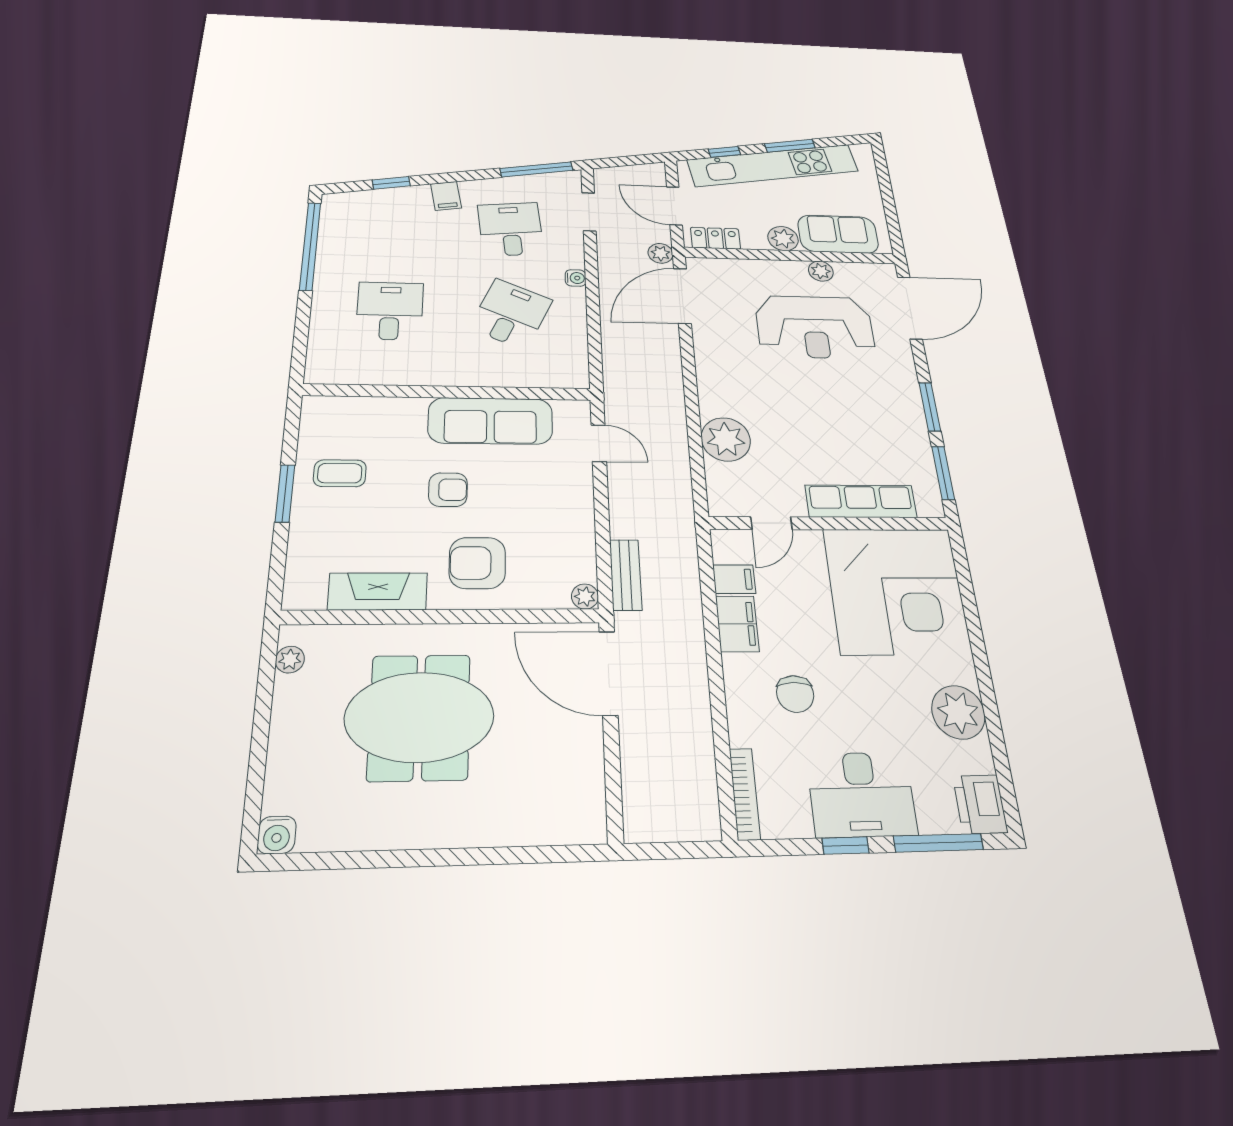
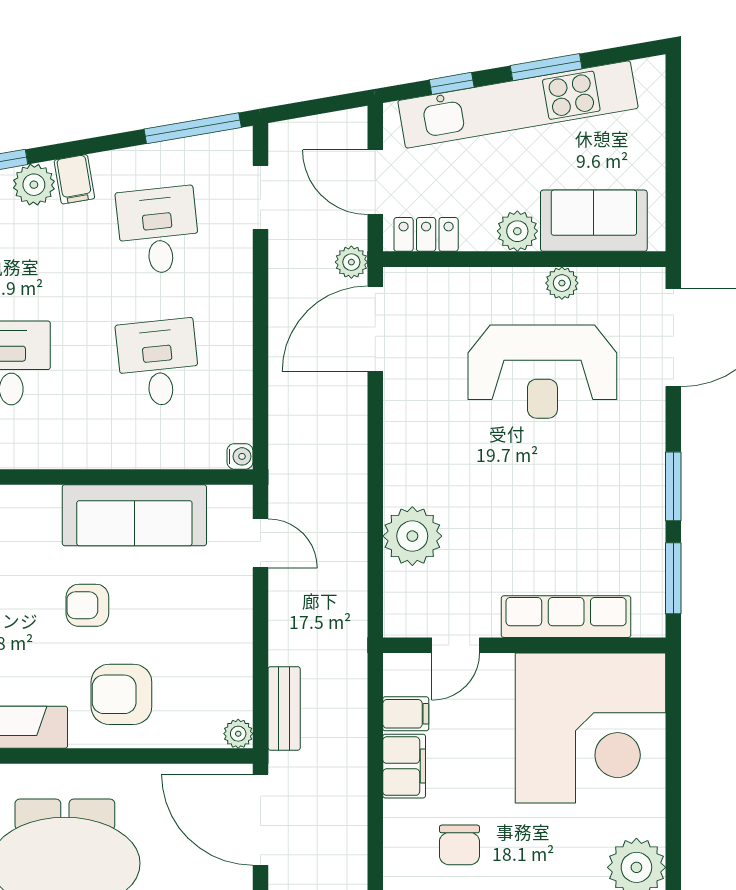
plant: (414, 198) -> (34, 185), added
water cooler: (576, 278) -> (240, 456), moved
desk: (511, 314) -> (158, 363), turned -30
armchair: (448, 490) -> (87, 605), turned 180

